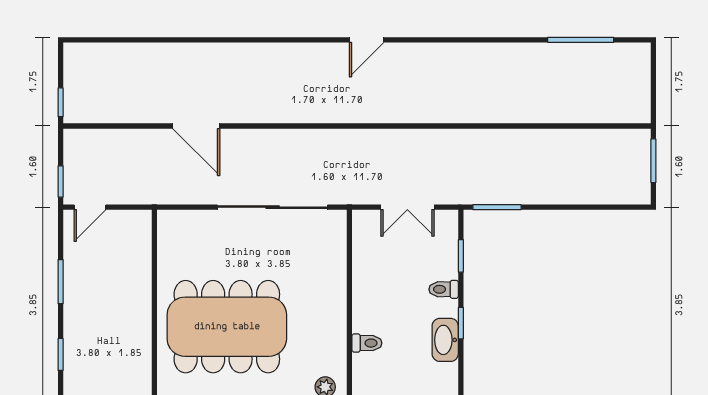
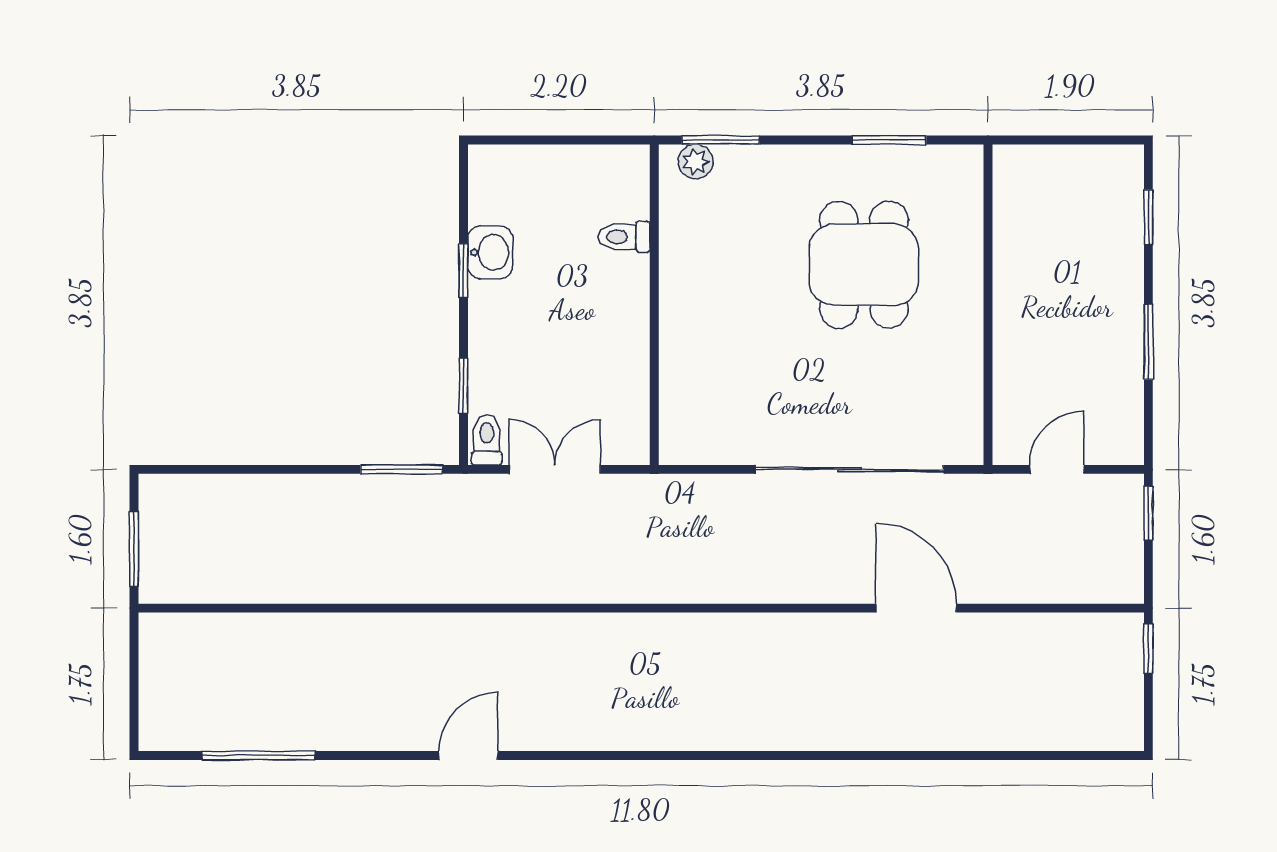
door: (367, 40) -> (468, 756), moved
door: (90, 207) -> (1057, 469), moved
sliding door: (273, 207) -> (850, 469), moved
toilet: (444, 289) -> (487, 440), moved, turned -90
dining table: (227, 327) -> (864, 265), width x0.53, depth x0.80
washbasin: (445, 340) -> (490, 252), width x0.72

